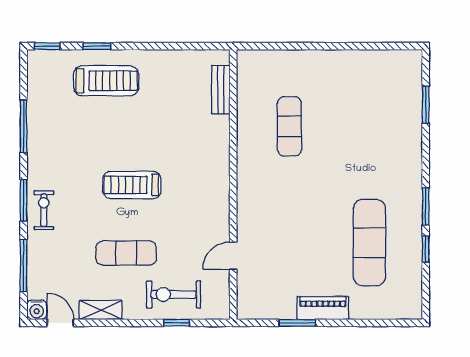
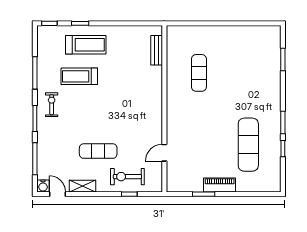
treadmill: (132, 185) -> (79, 76), moved
exercise bike: (44, 210) -> (52, 105), moved

